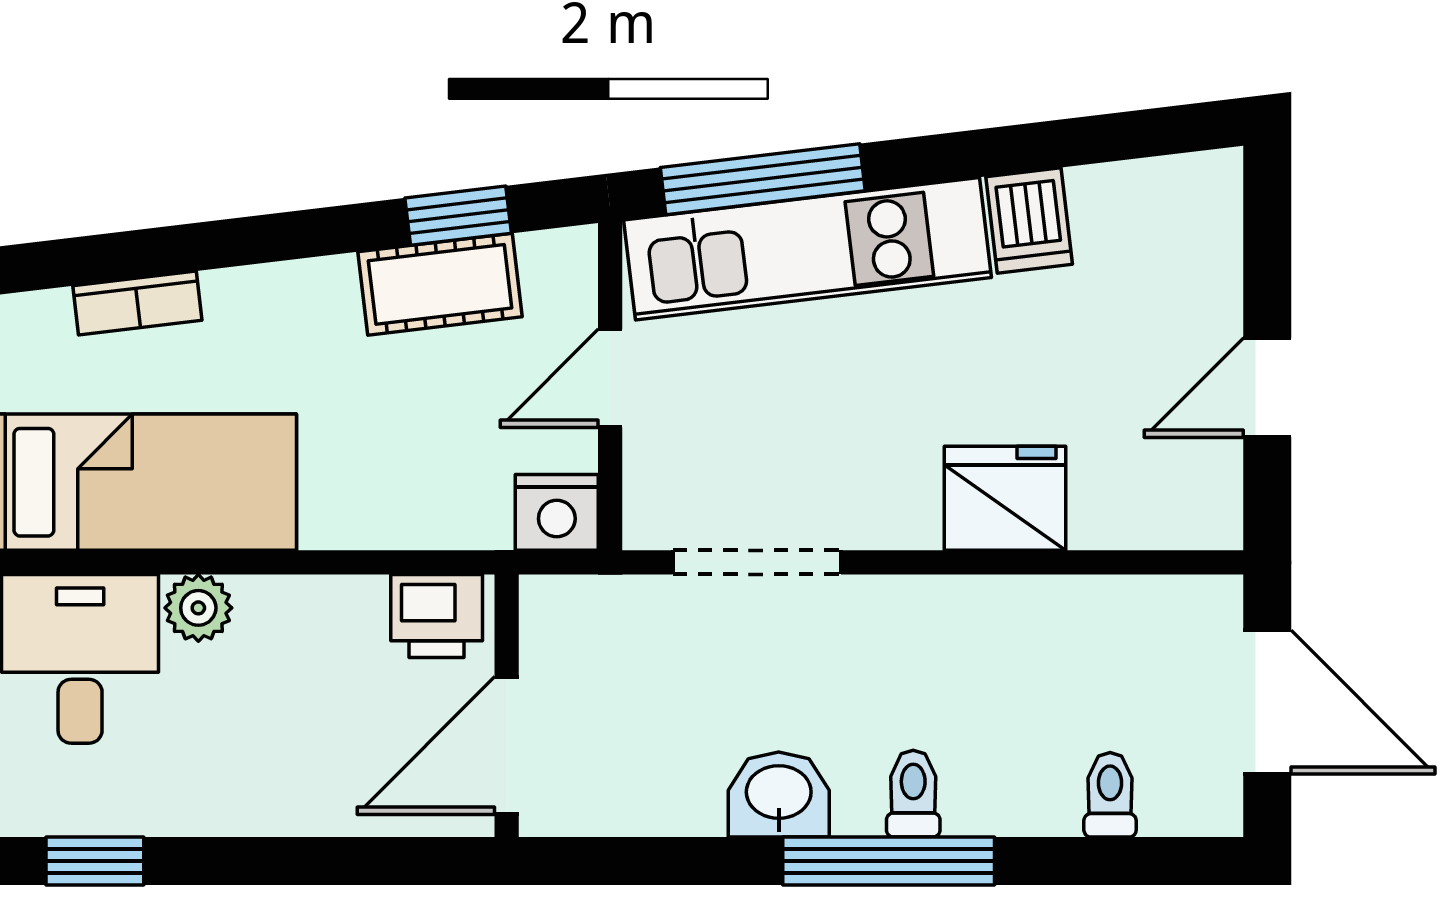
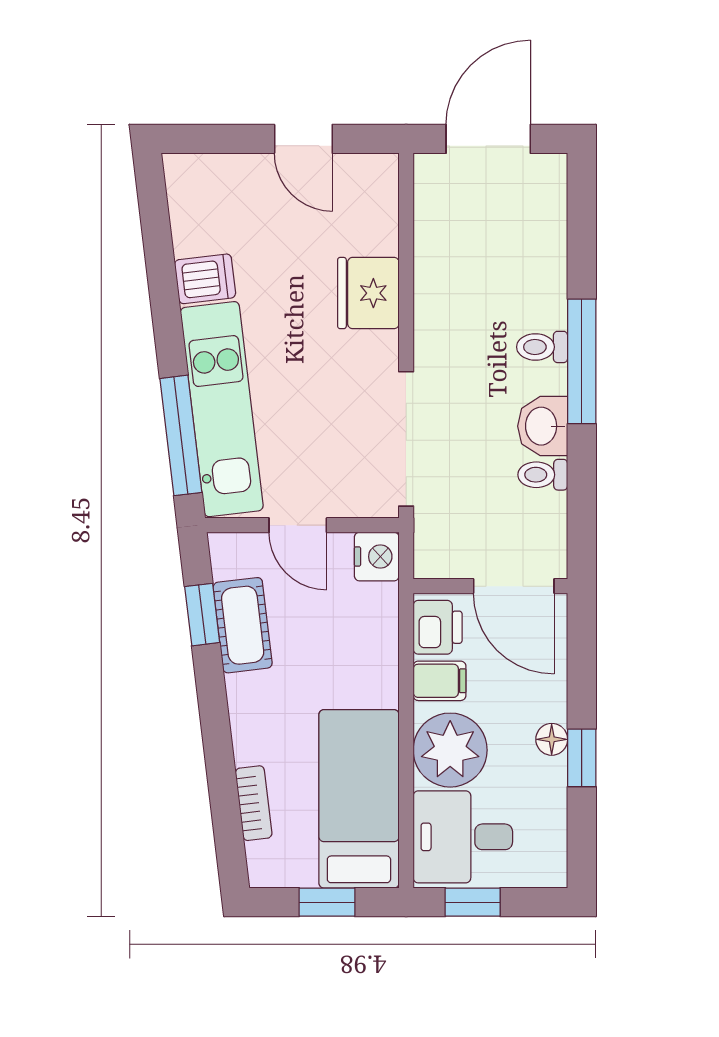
doorway: (757, 562) -> (406, 439), width x1.36
plant: (198, 608) -> (450, 750), width x1.88, depth x1.88
filing cabinet: (345, 619) -> (439, 681), added
toilet: (1110, 795) -> (543, 475), moved
floor lamp: (246, 810) -> (552, 739), added
window: (95, 861) -> (582, 758), moved

